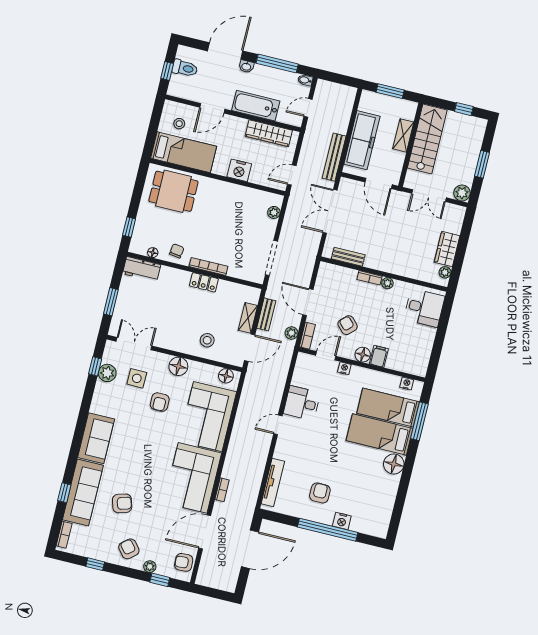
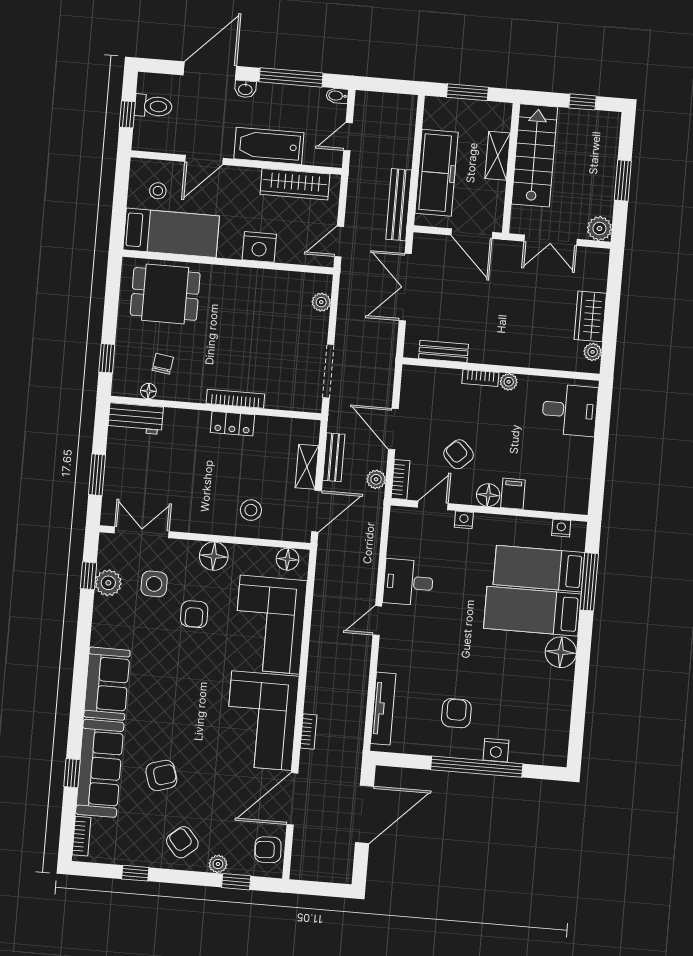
chair: (177, 251) -> (163, 364), moved

